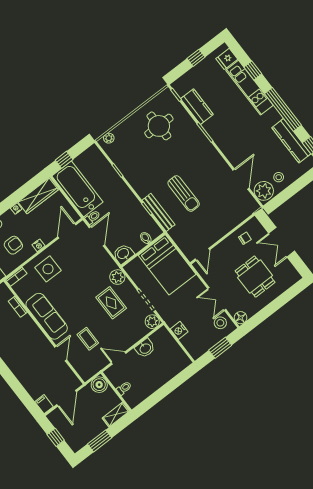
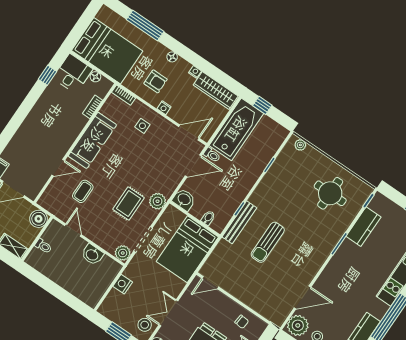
side table: (48, 269) -> (142, 126), width x0.54, depth x0.54

